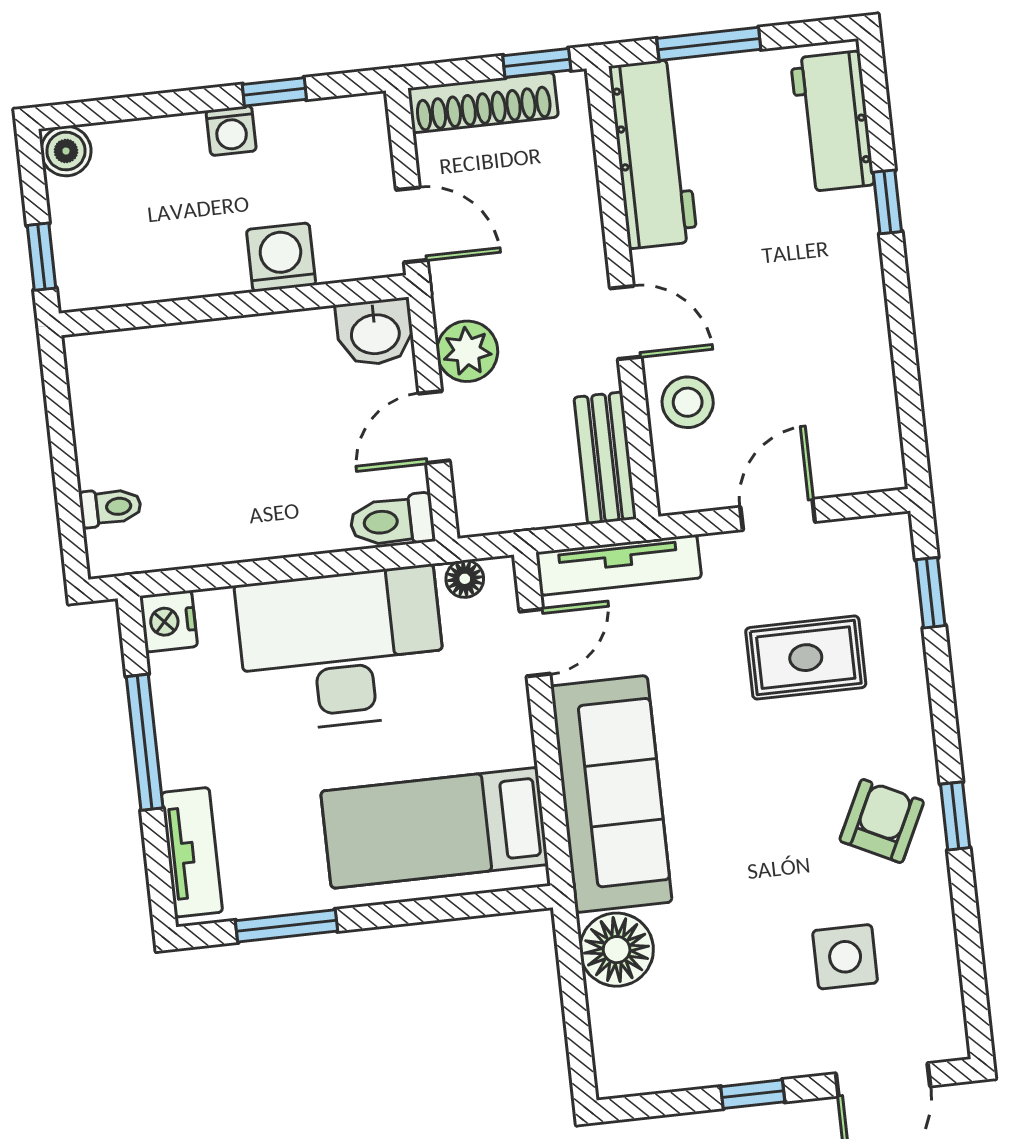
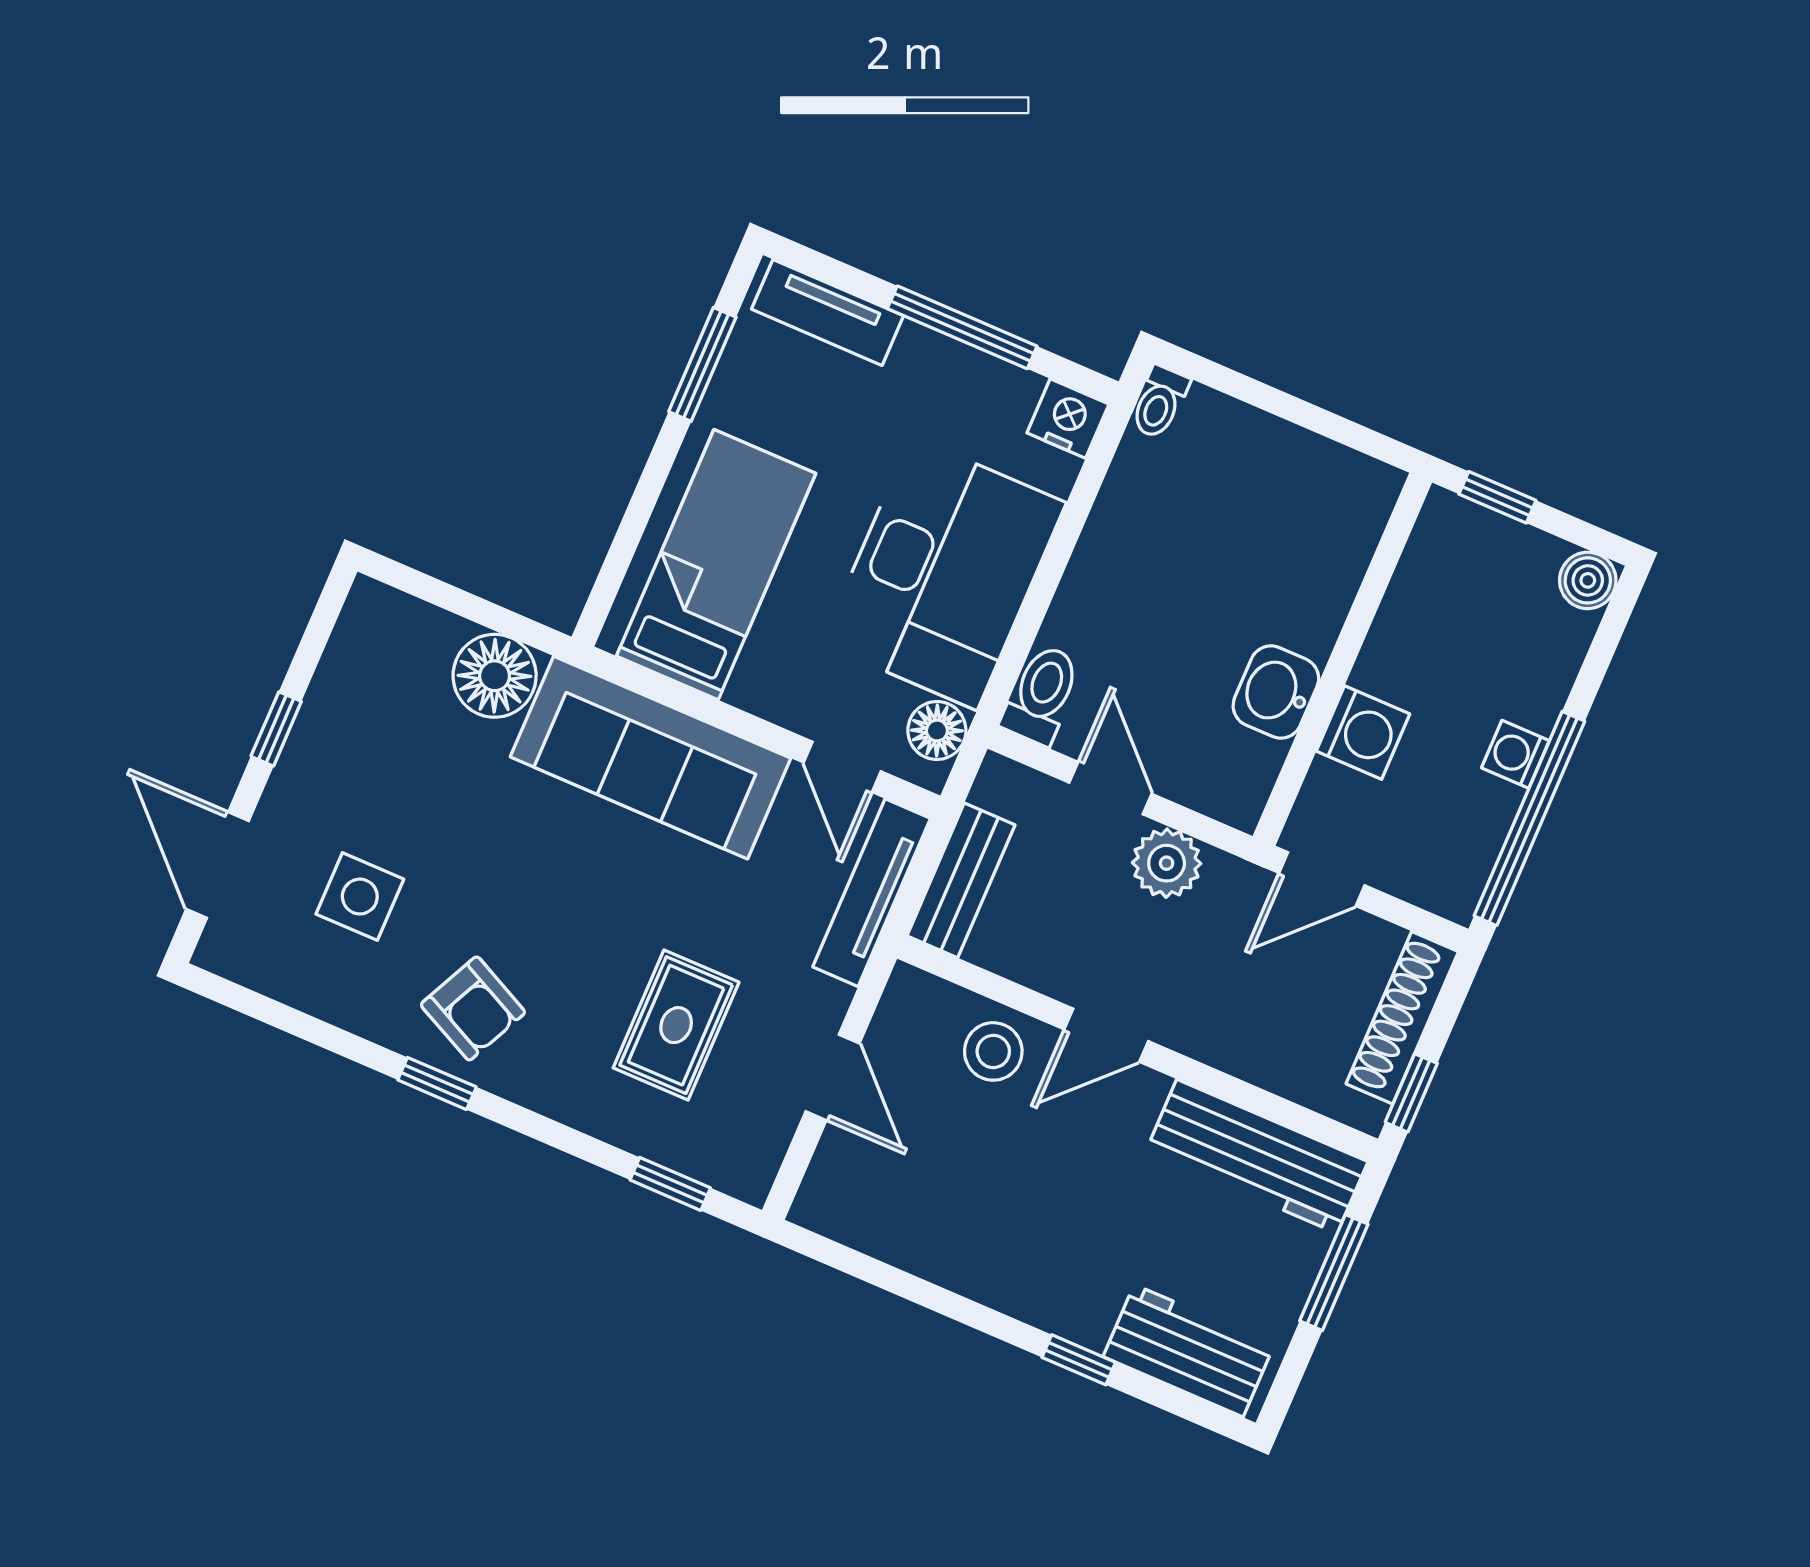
window: (274, 92) -> (1529, 818), width x3.17
washbasin: (375, 332) -> (1276, 692), moved
bench: (605, 458) -> (961, 880), moved, turned 90
toilet: (110, 507) -> (1160, 402), moved
floor lamp: (465, 579) -> (937, 731), width x1.37, depth x1.37

